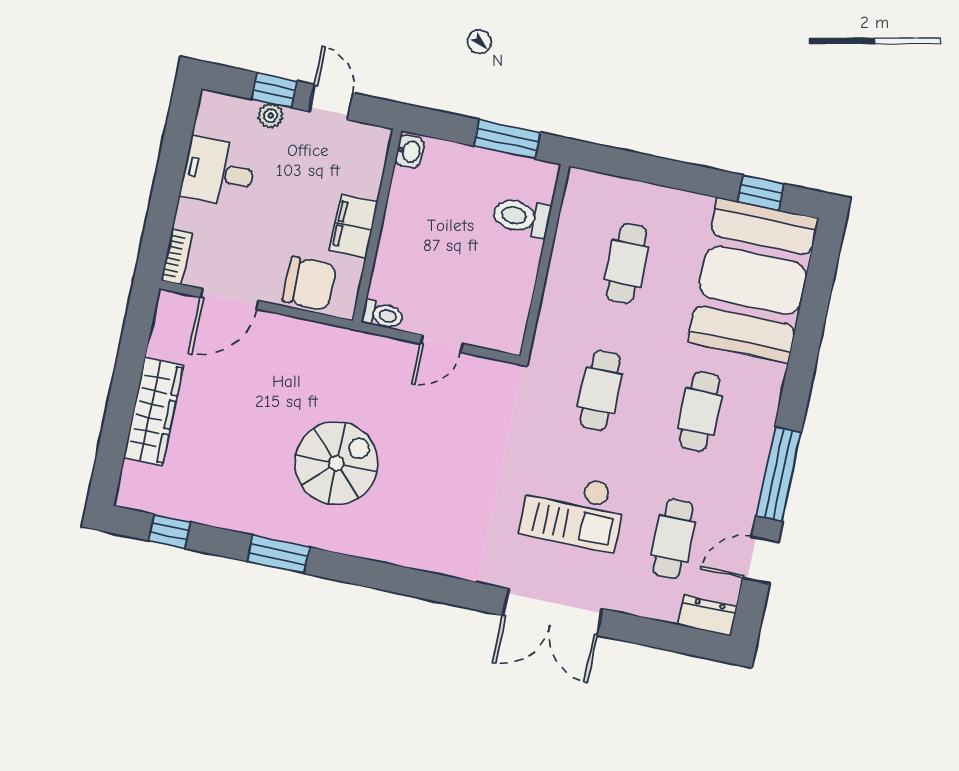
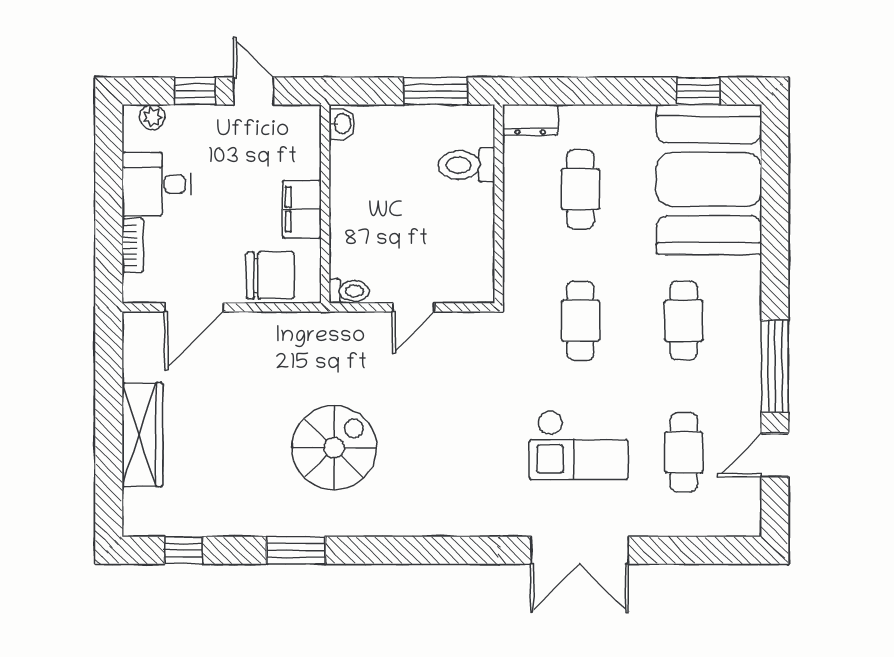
plant: (271, 116) -> (152, 117), moved
bookcase: (177, 257) -> (133, 245), moved
dresser: (708, 616) -> (530, 120), moved, turned 180

